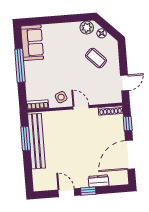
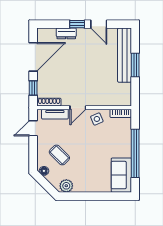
floor lamp: (102, 33) -> (44, 171), moved
window: (20, 66) -> (135, 153), width x1.46
tv unit: (104, 99) -> (55, 114), added
door: (81, 107) -> (78, 108), hinge flipped
window: (26, 139) -> (135, 65), moved
bench: (36, 141) -> (125, 55), moved

